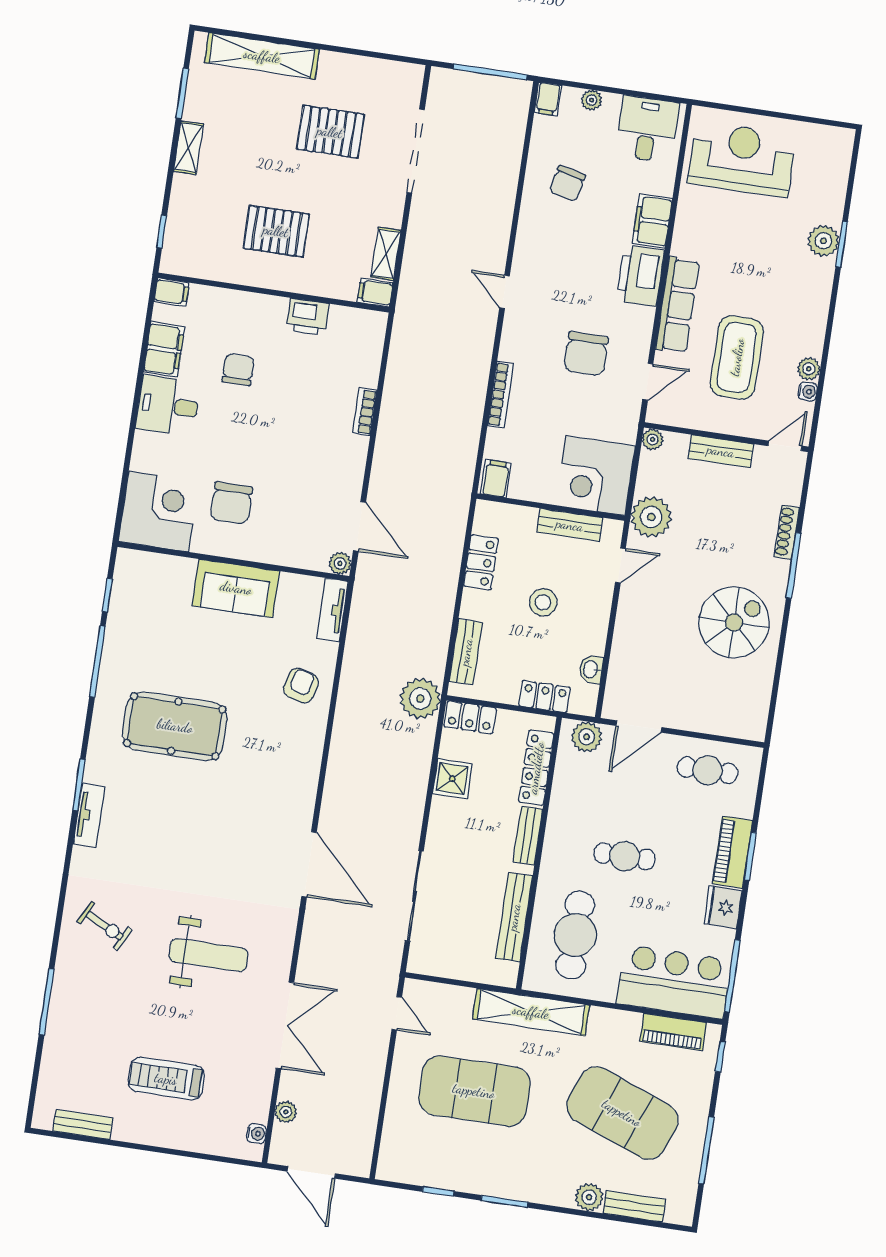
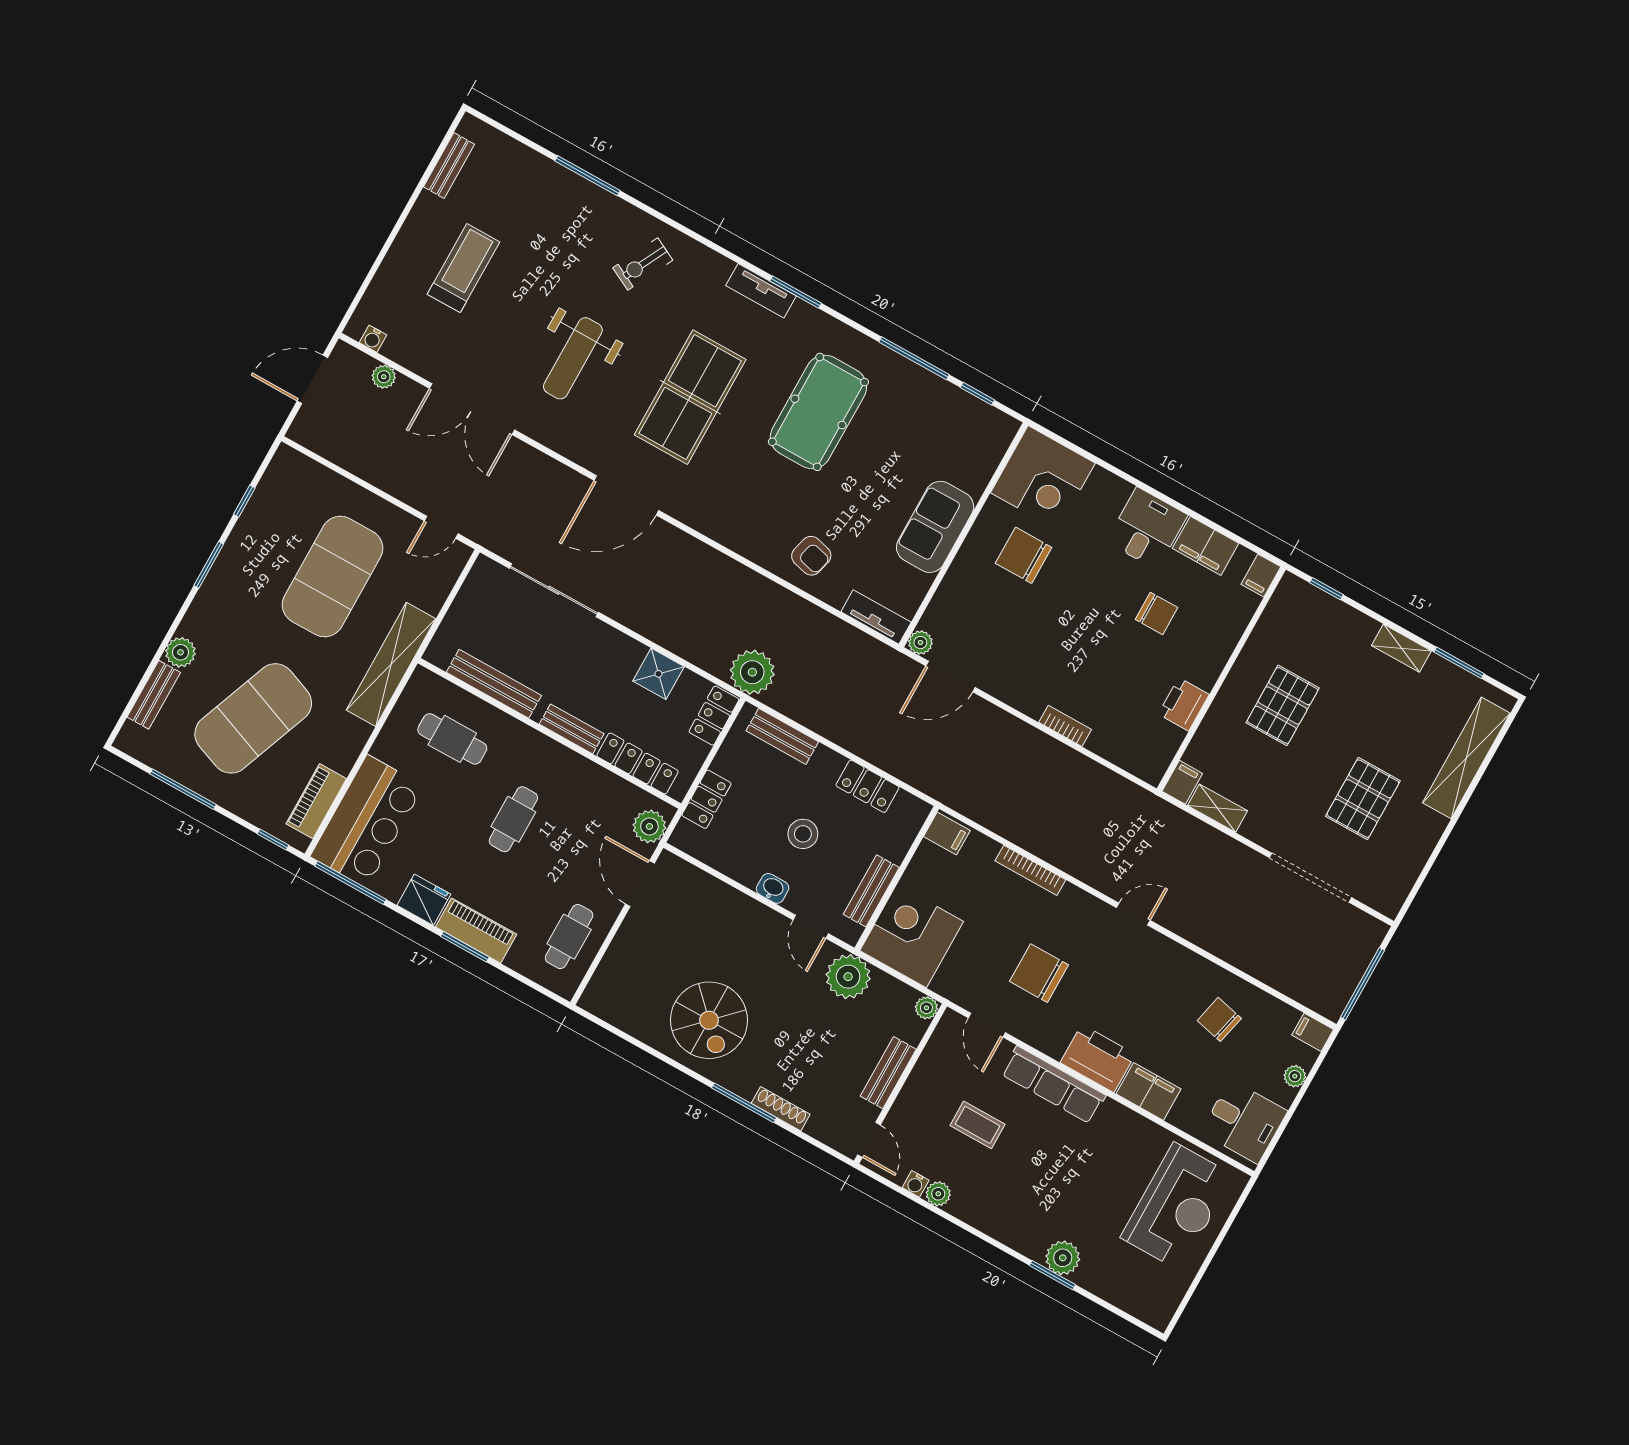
coffee table: (737, 357) -> (977, 1125), width x0.54, depth x0.58
washbasin: (591, 669) -> (773, 888), moved
table tennis table: (204, 841) -> (690, 397), added
cafe table: (575, 935) -> (452, 739), width x0.73, depth x0.74

